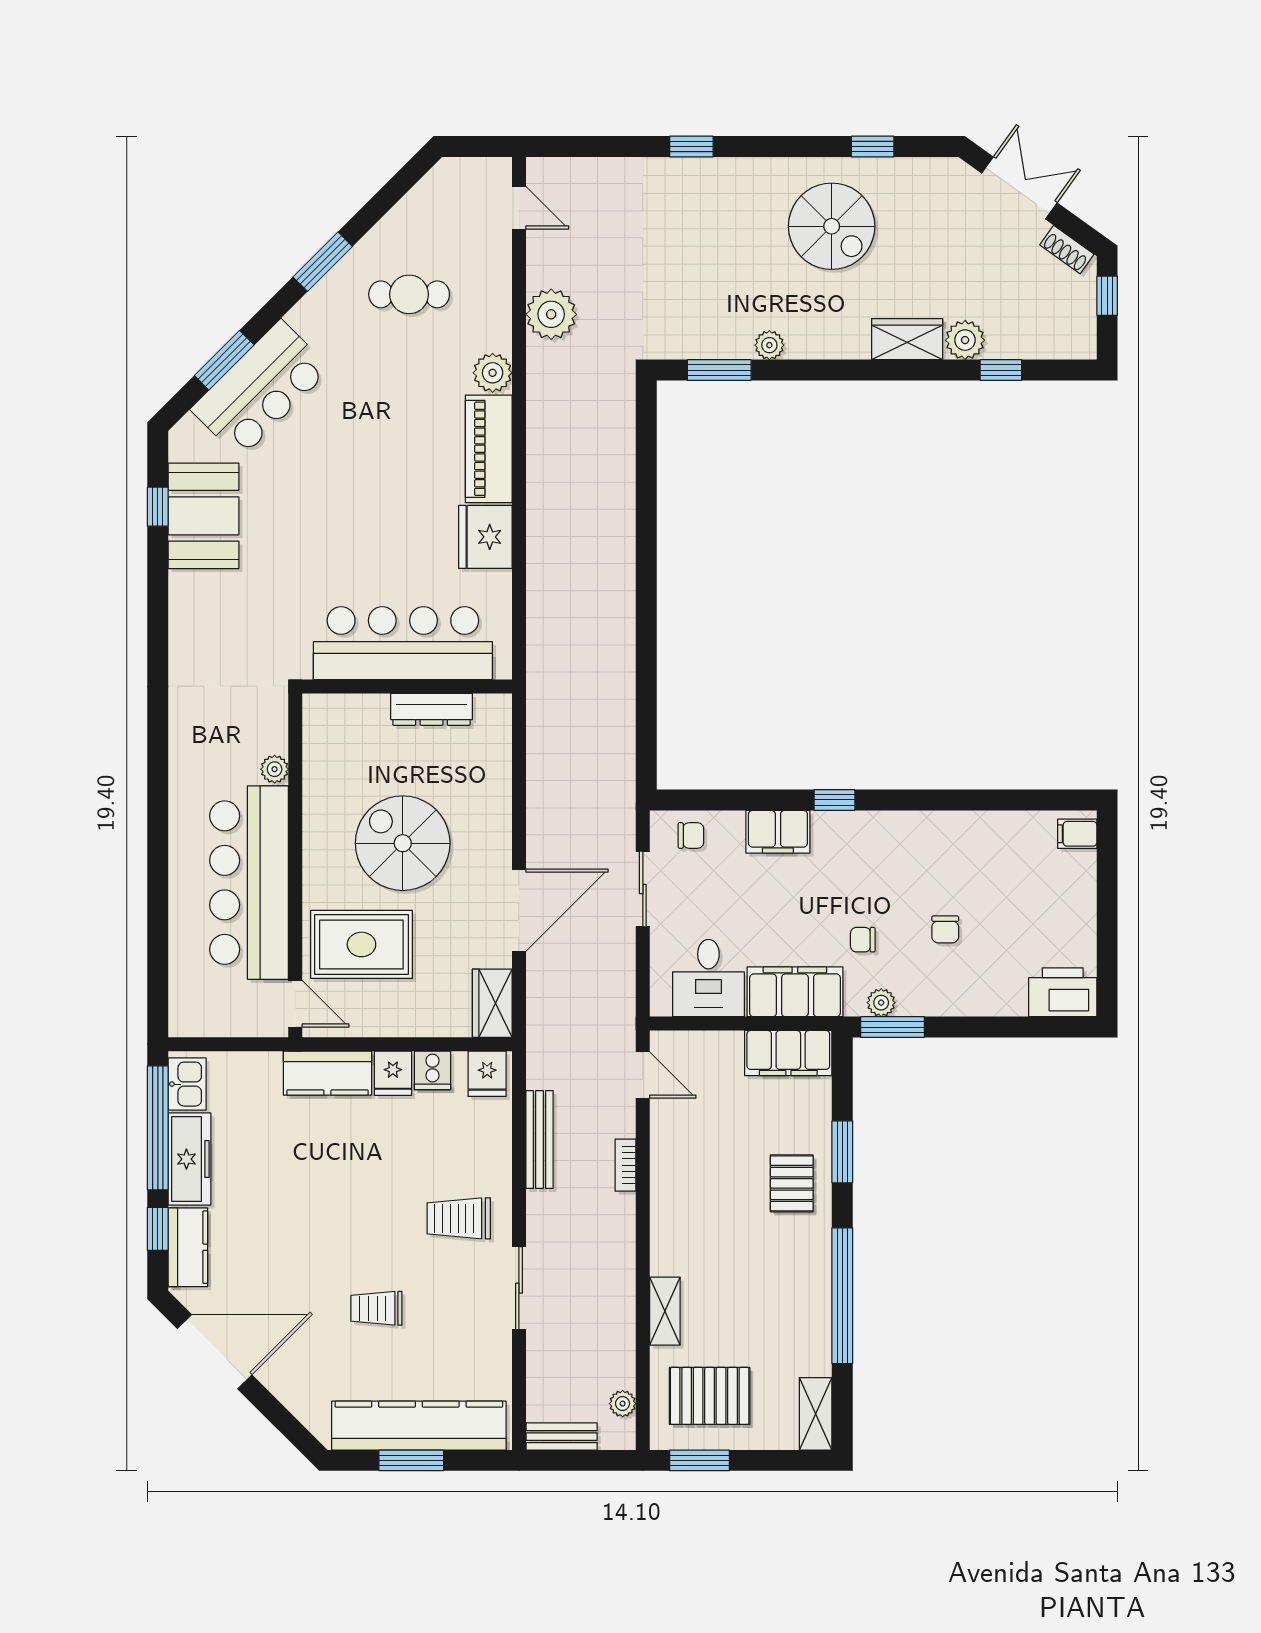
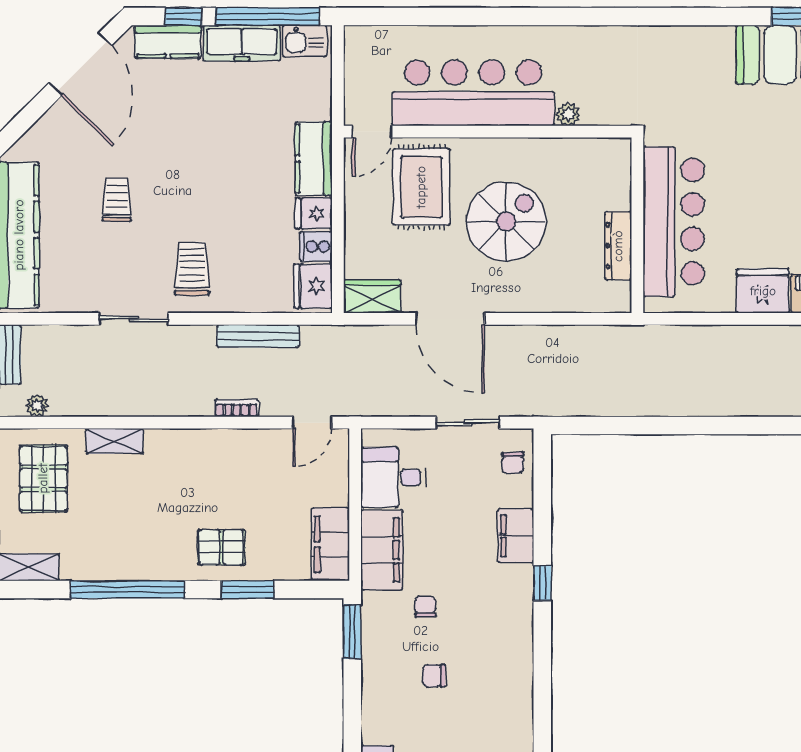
plant: (881, 1003) -> (373, 622), removed
fridge: (487, 1074) -> (313, 286), width x1.38

